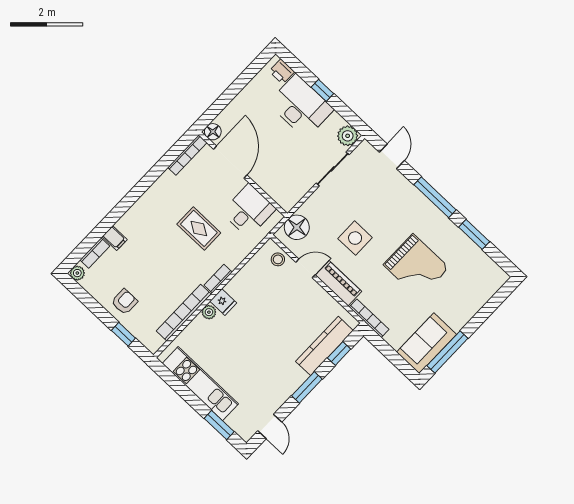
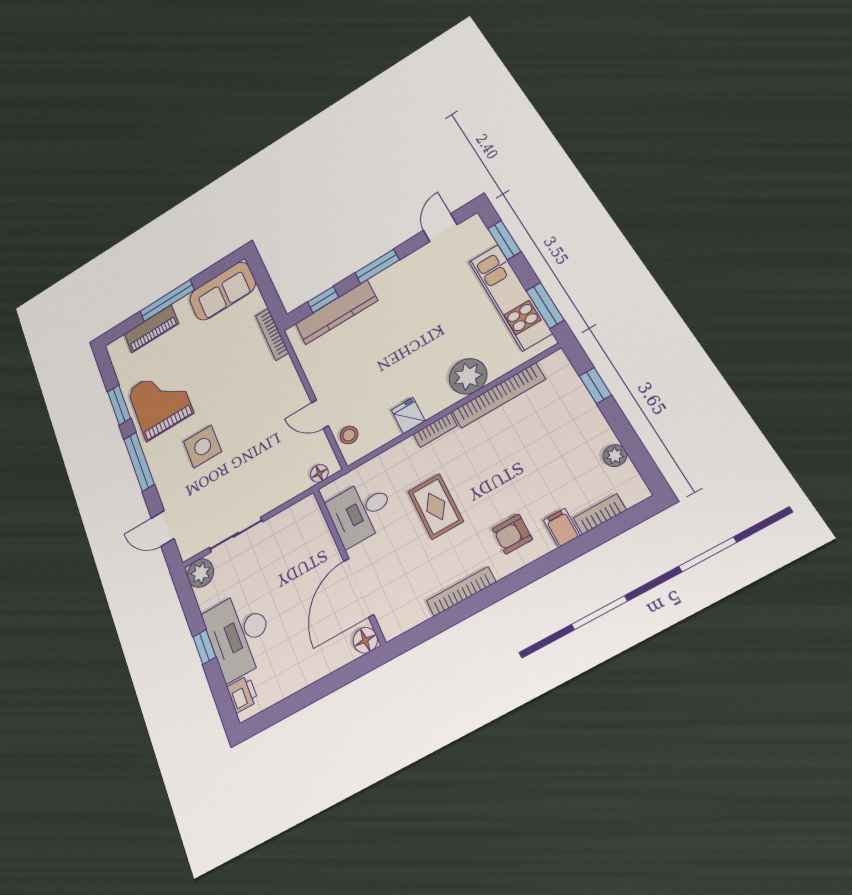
bookcase: (187, 155) -> (461, 591), moved
door: (392, 156) -> (163, 528), hinge flipped
floor lamp: (297, 227) -> (319, 473), width x0.53, depth x0.53
side table: (355, 238) -> (203, 447), moved
grand piano: (416, 266) -> (160, 401), moved
plant: (77, 273) -> (615, 456), moved
piano: (339, 283) -> (151, 329), moved, turned -90
armchair: (124, 302) -> (512, 534), moved
fridge: (223, 302) -> (408, 416), moved
plant: (209, 312) -> (468, 376), width x1.88, depth x1.88
window: (447, 352) -> (167, 301), moved
window: (174, 382) -> (545, 305), added

